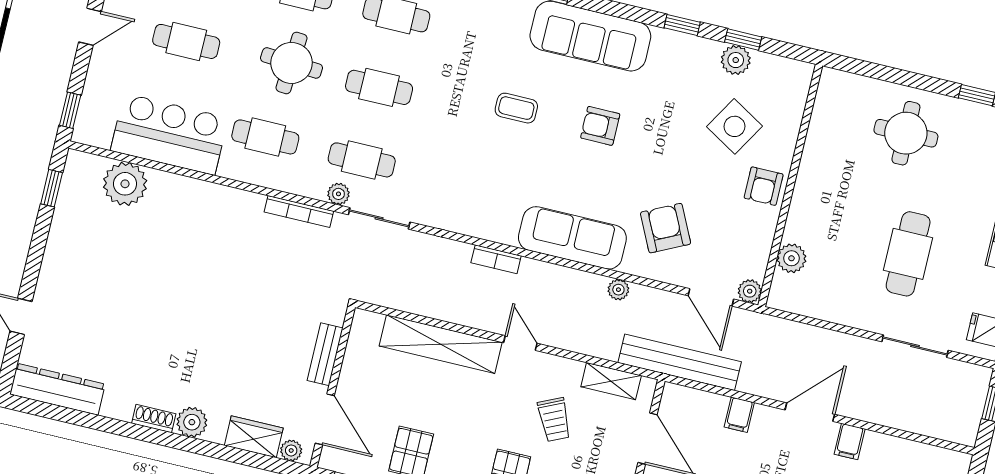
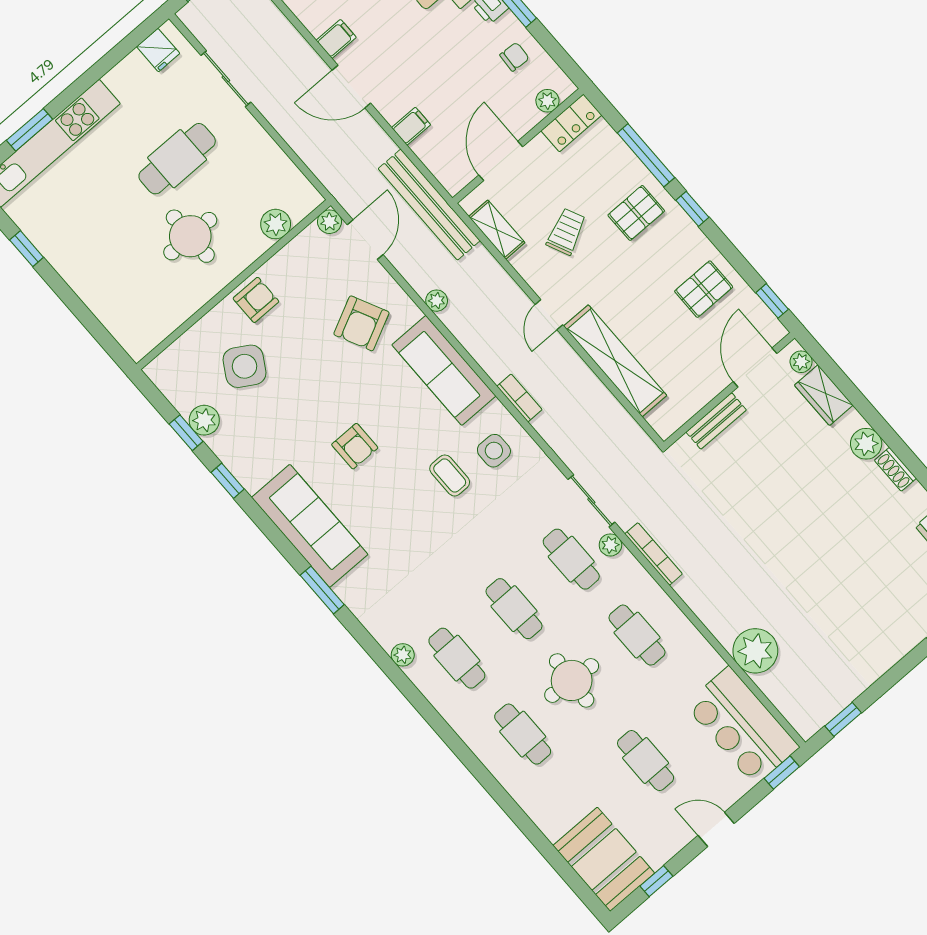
coffee table: (516, 108) -> (450, 475), moved
round table: (906, 133) -> (190, 236), moved
bar counter: (169, 134) -> (742, 726), moved
plant: (125, 184) -> (755, 651), moved
side table: (486, 202) -> (494, 451), added

